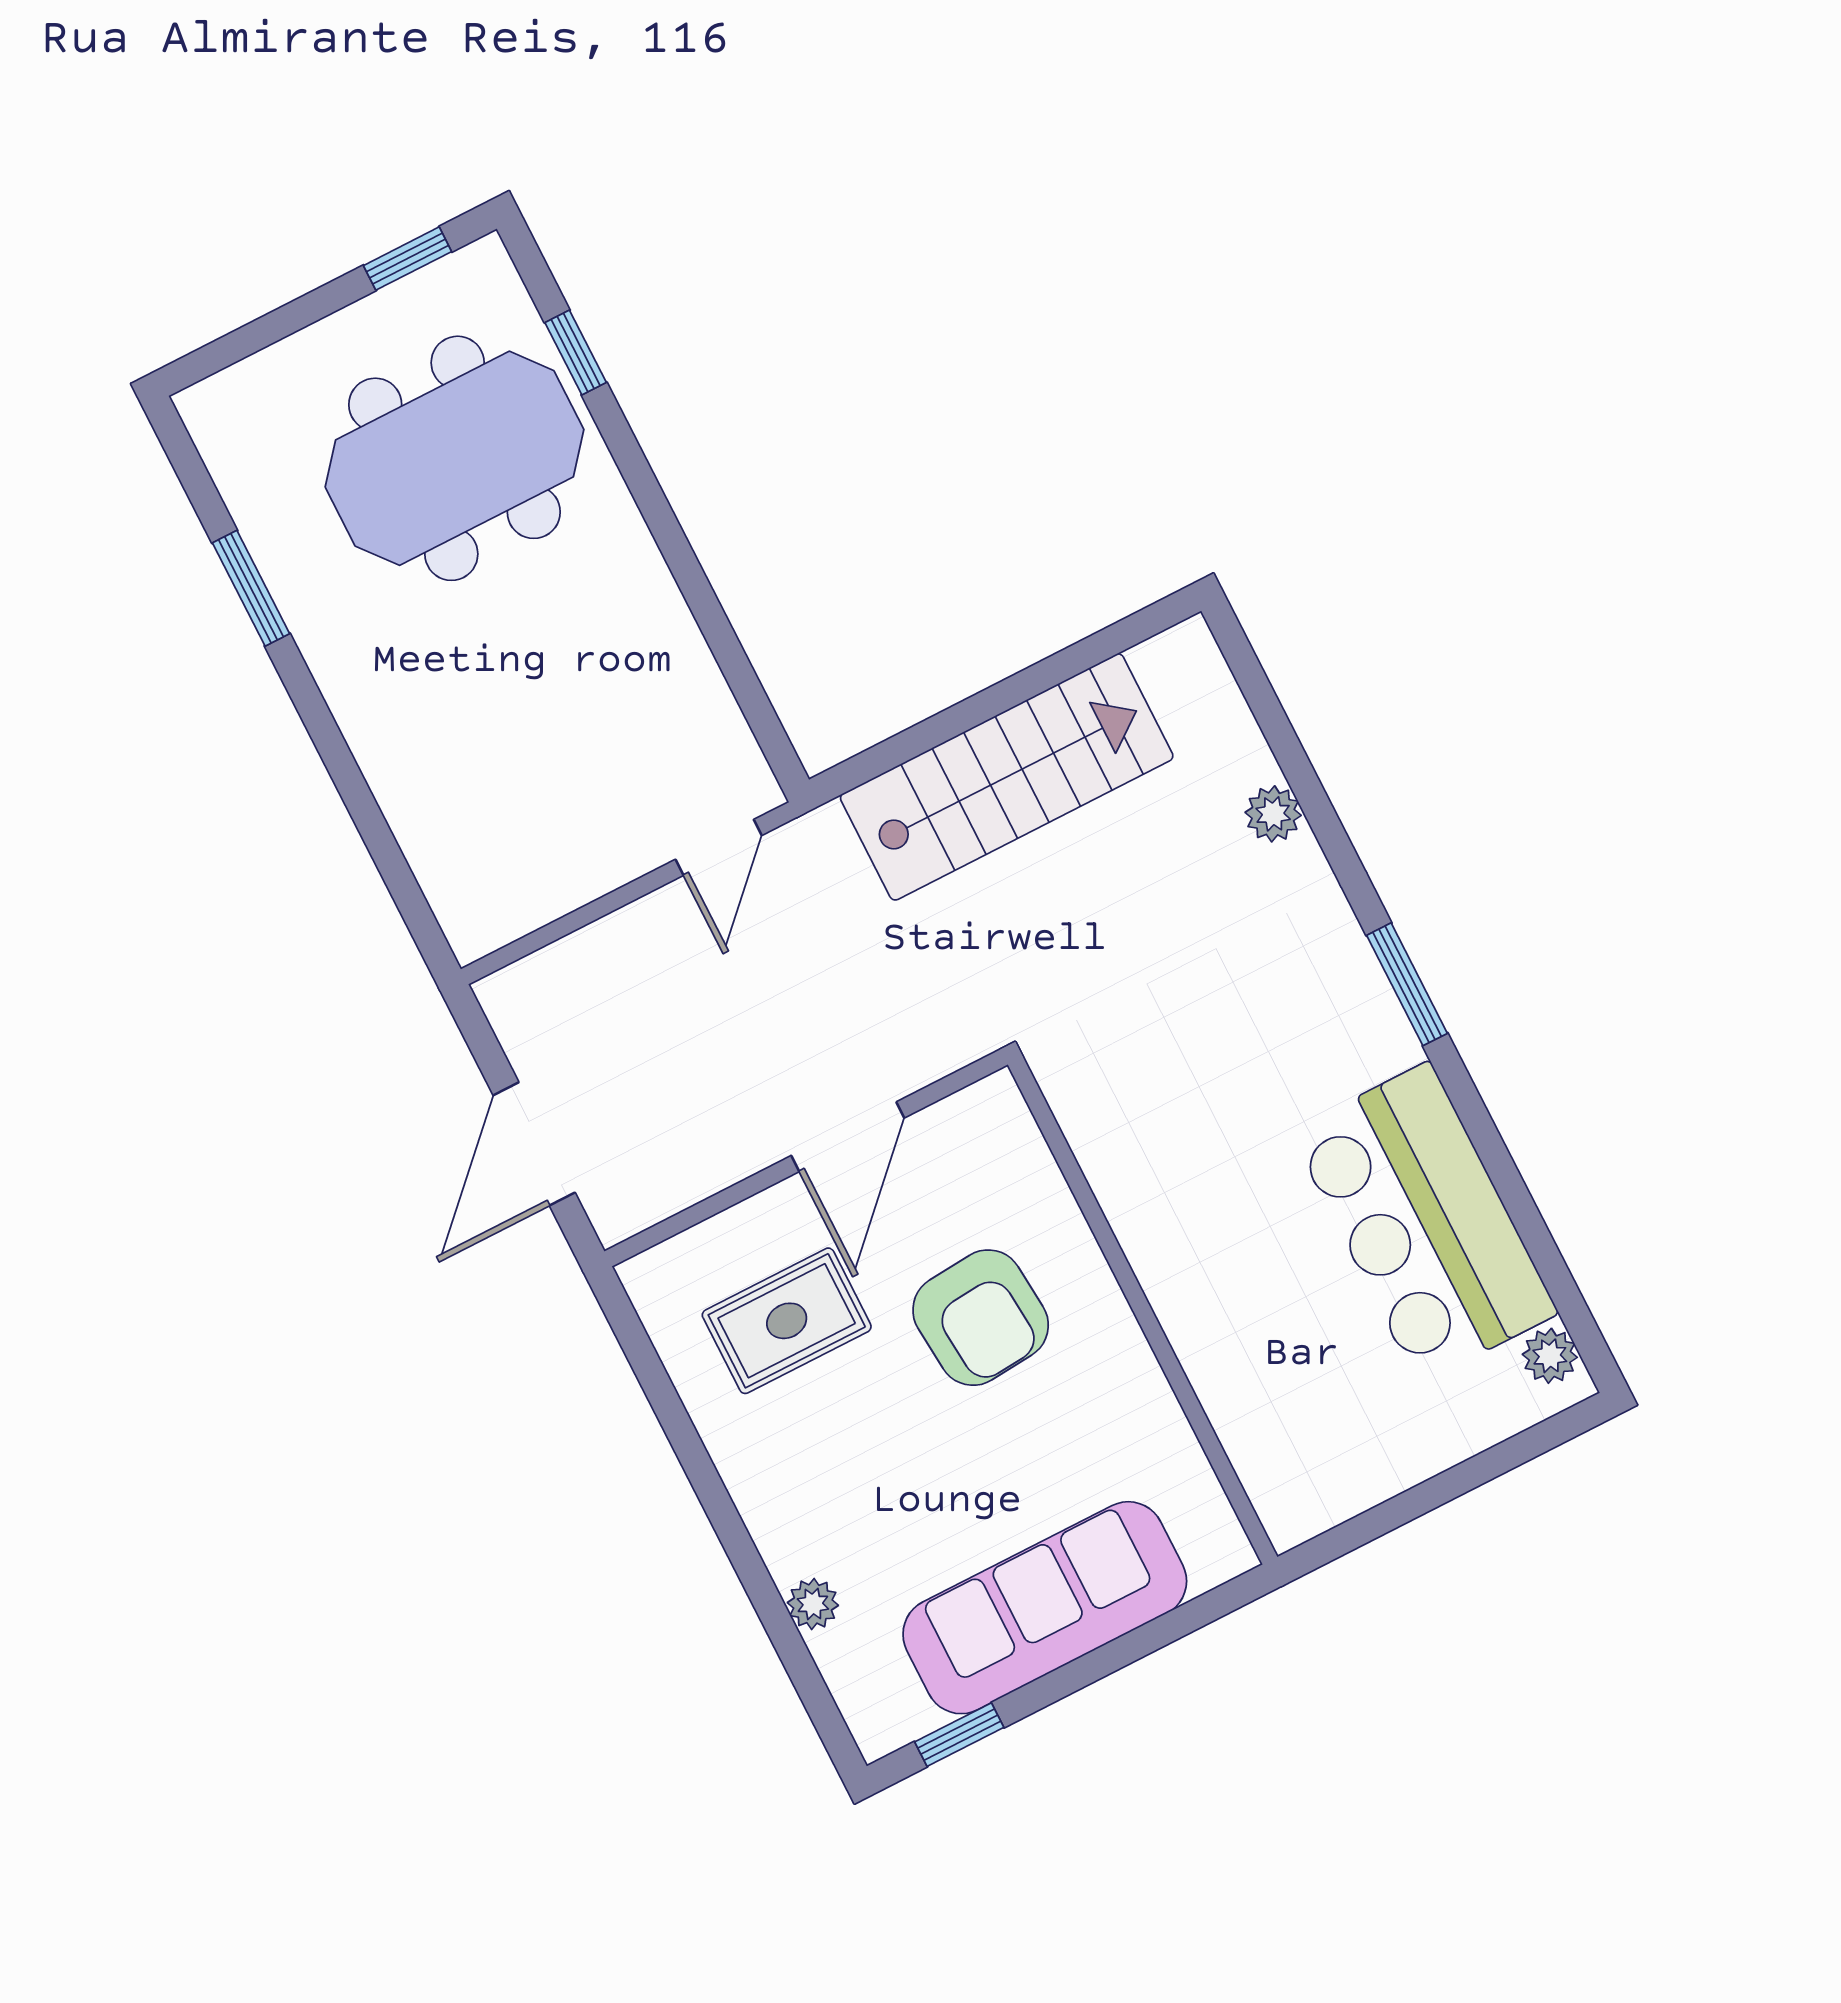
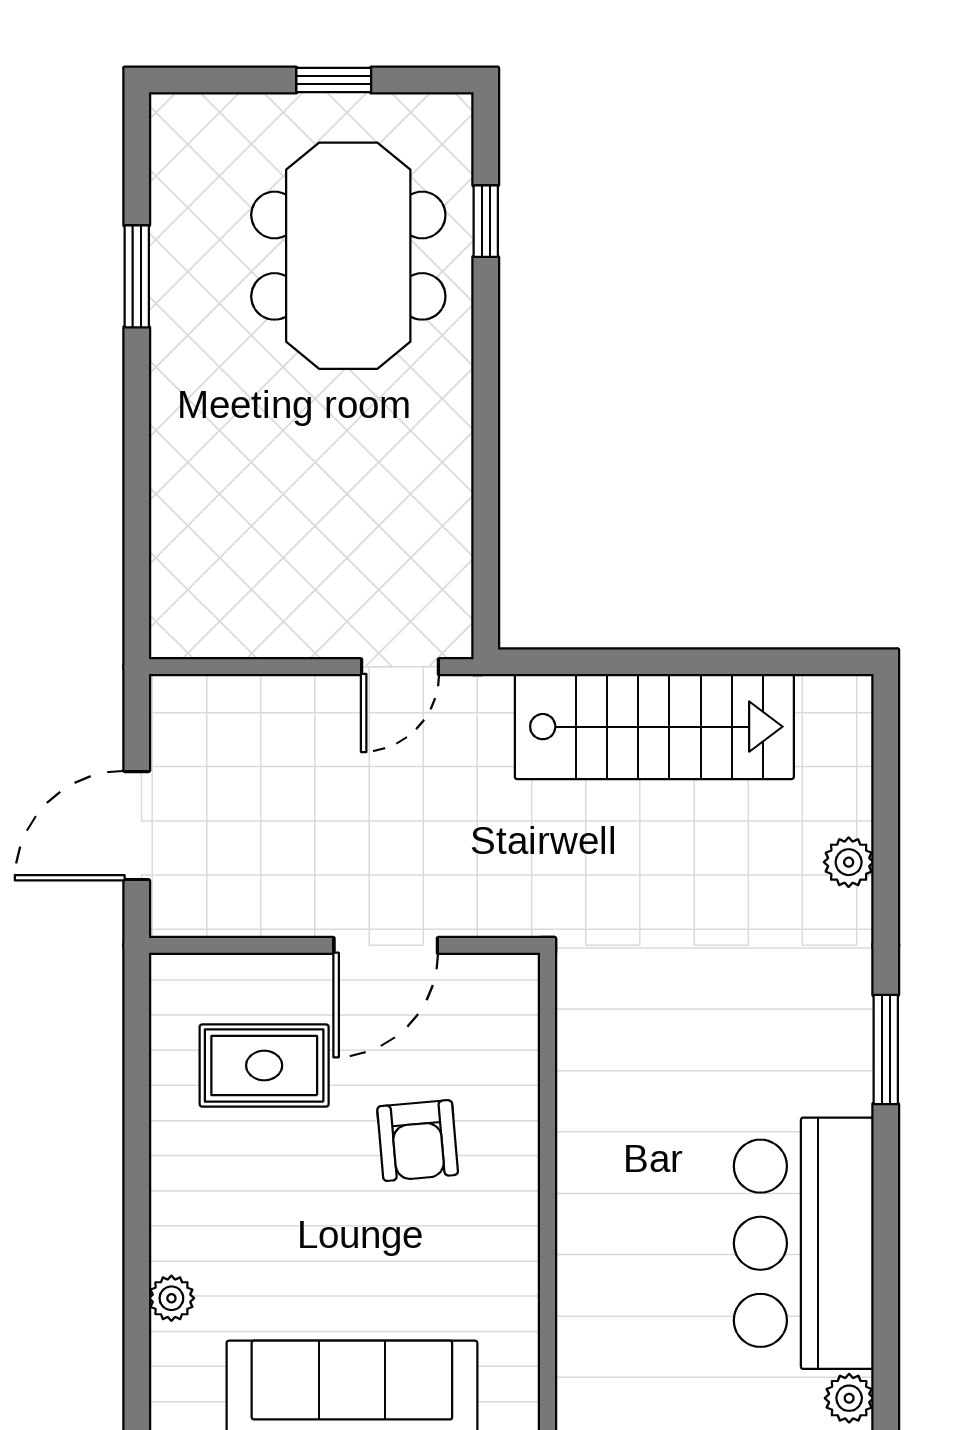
window: (408, 259) -> (334, 80), moved
meeting table: (455, 458) -> (348, 256), turned 90
armchair: (981, 1318) -> (418, 1141), width x0.72, depth x0.72

